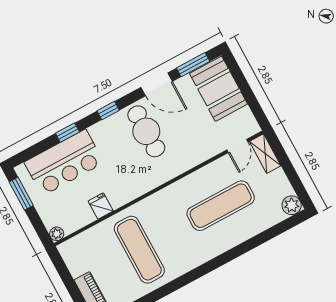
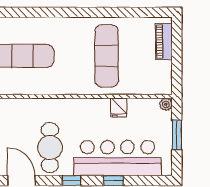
bar counter: (64, 163) -> (117, 158), width x1.36
window: (21, 194) -> (177, 135), moved

